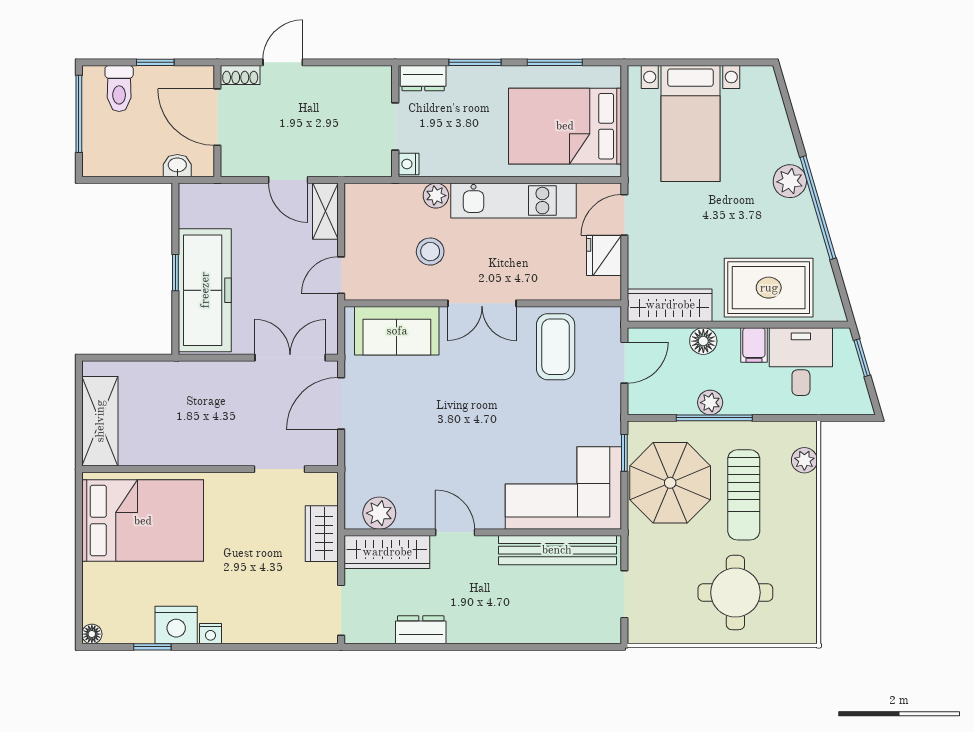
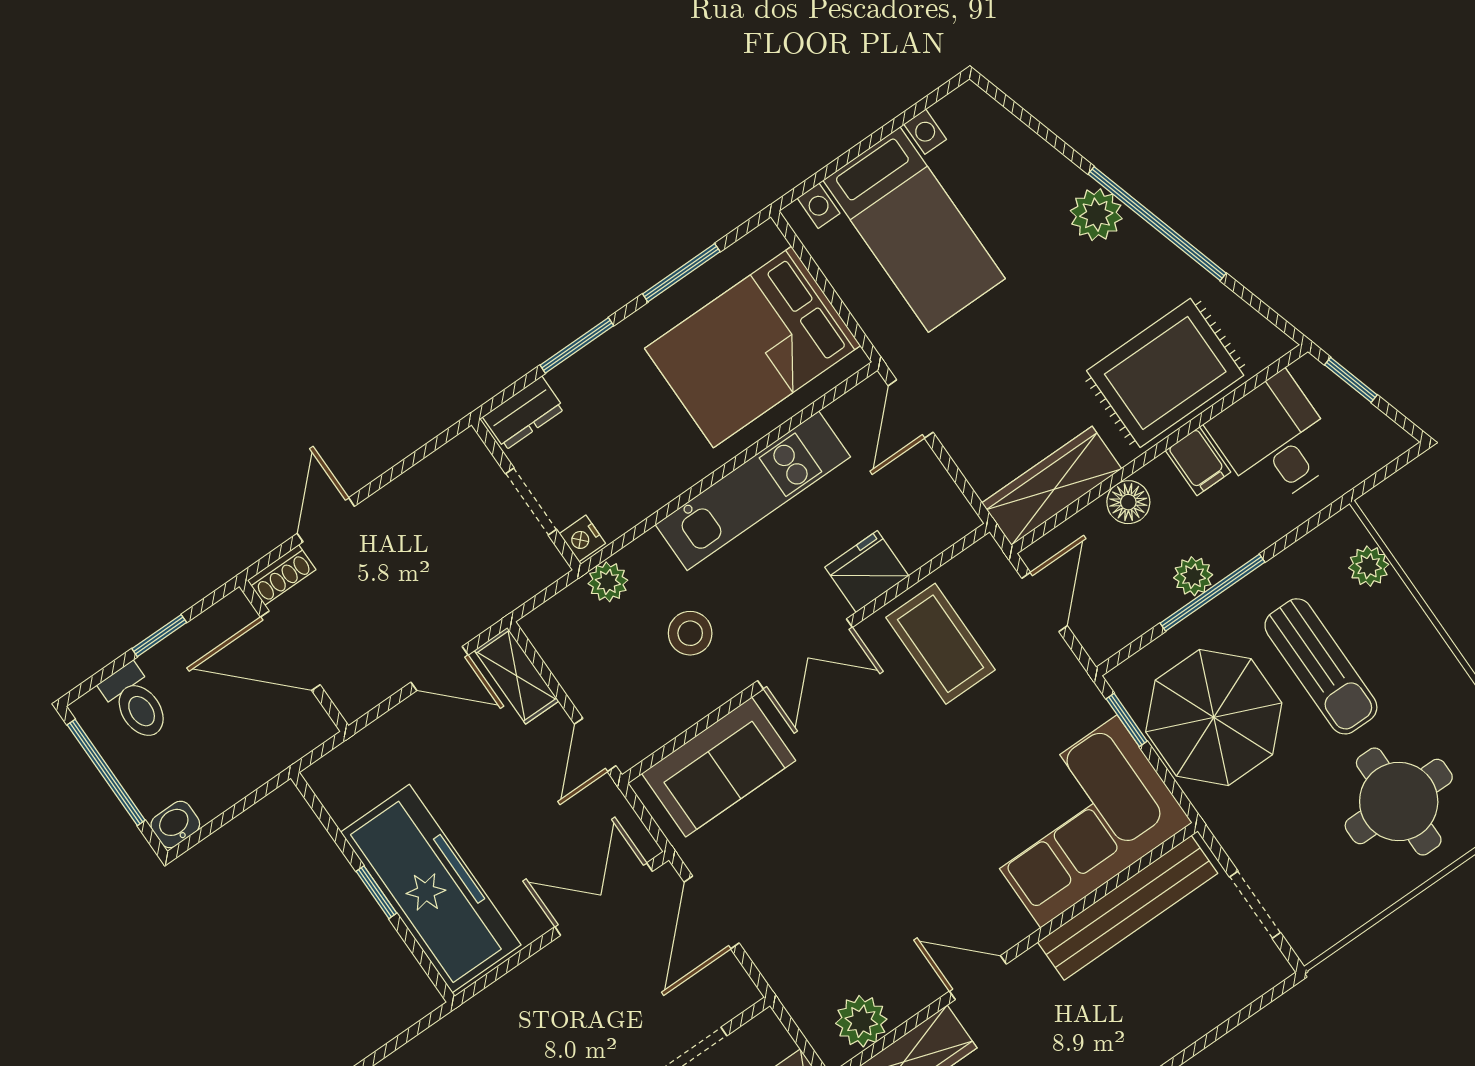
washbasin: (177, 166) -> (175, 824), moved
plant: (436, 196) -> (608, 582), moved
fridge: (604, 255) -> (867, 572), moved, turned 90

